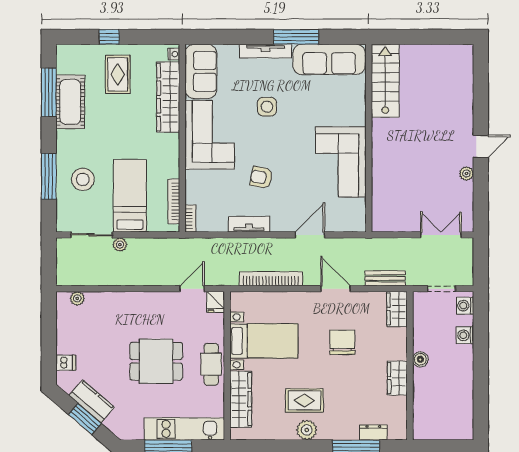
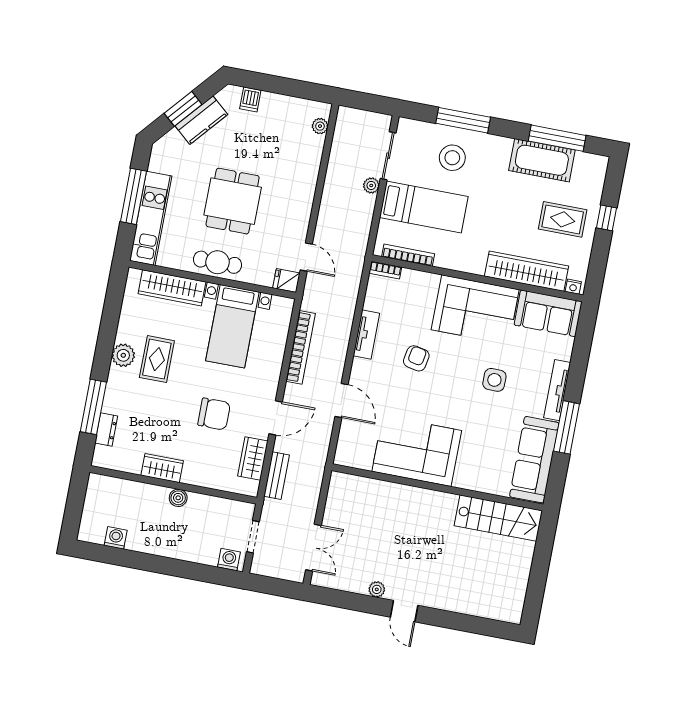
wardrobe: (397, 309) -> (253, 458), moved, turned -90
washing machine: (465, 335) -> (116, 538), moved

